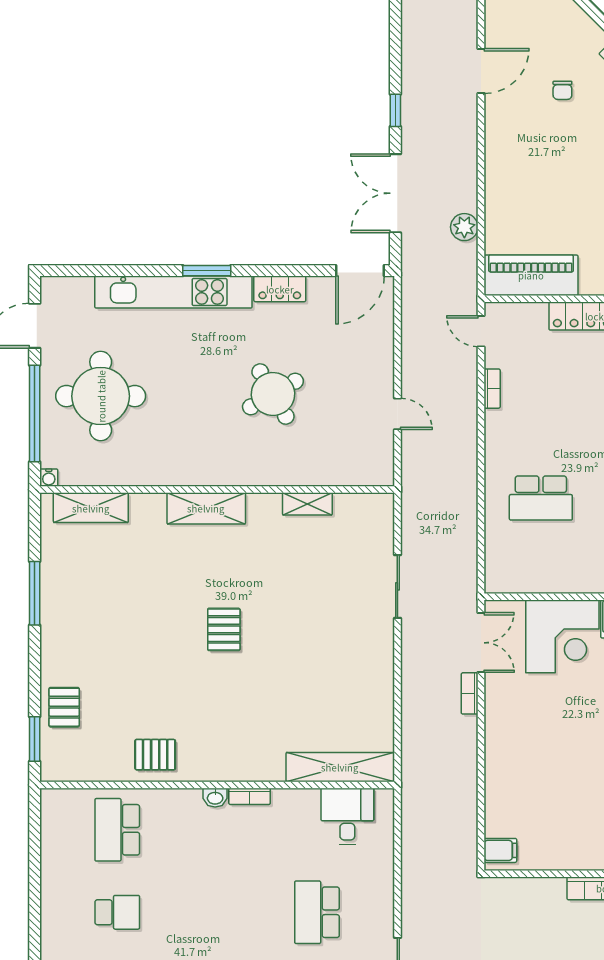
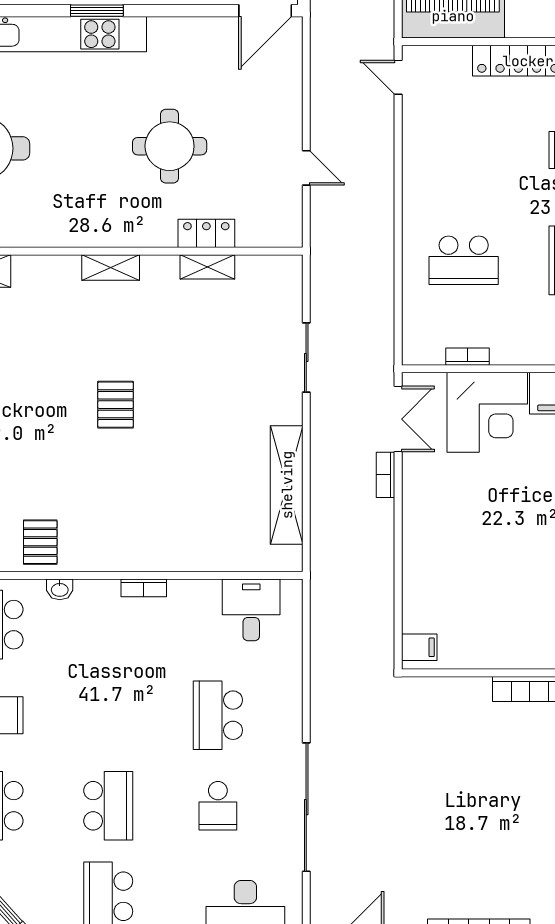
locker: (280, 289) -> (206, 233), moved, turned 180
bookcase: (492, 389) -> (467, 357), moved, turned -90
round table: (273, 394) -> (170, 146), turned 30
shelving: (206, 508) -> (111, 267), width x0.67, depth x0.75
pallet: (155, 755) -> (40, 542), turned 90
shelving: (340, 767) -> (287, 485), moved, turned 90
washbasin: (215, 798) -> (60, 589), moved

